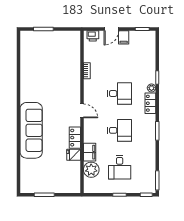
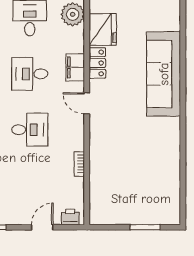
filing cabinet: (124, 37) -> (24, 215), removed
desk: (120, 93) -> (30, 130), turned 180
filing cabinet: (90, 152) -> (75, 67), moved
fridge: (74, 155) -> (103, 29), width x1.88, depth x1.34

